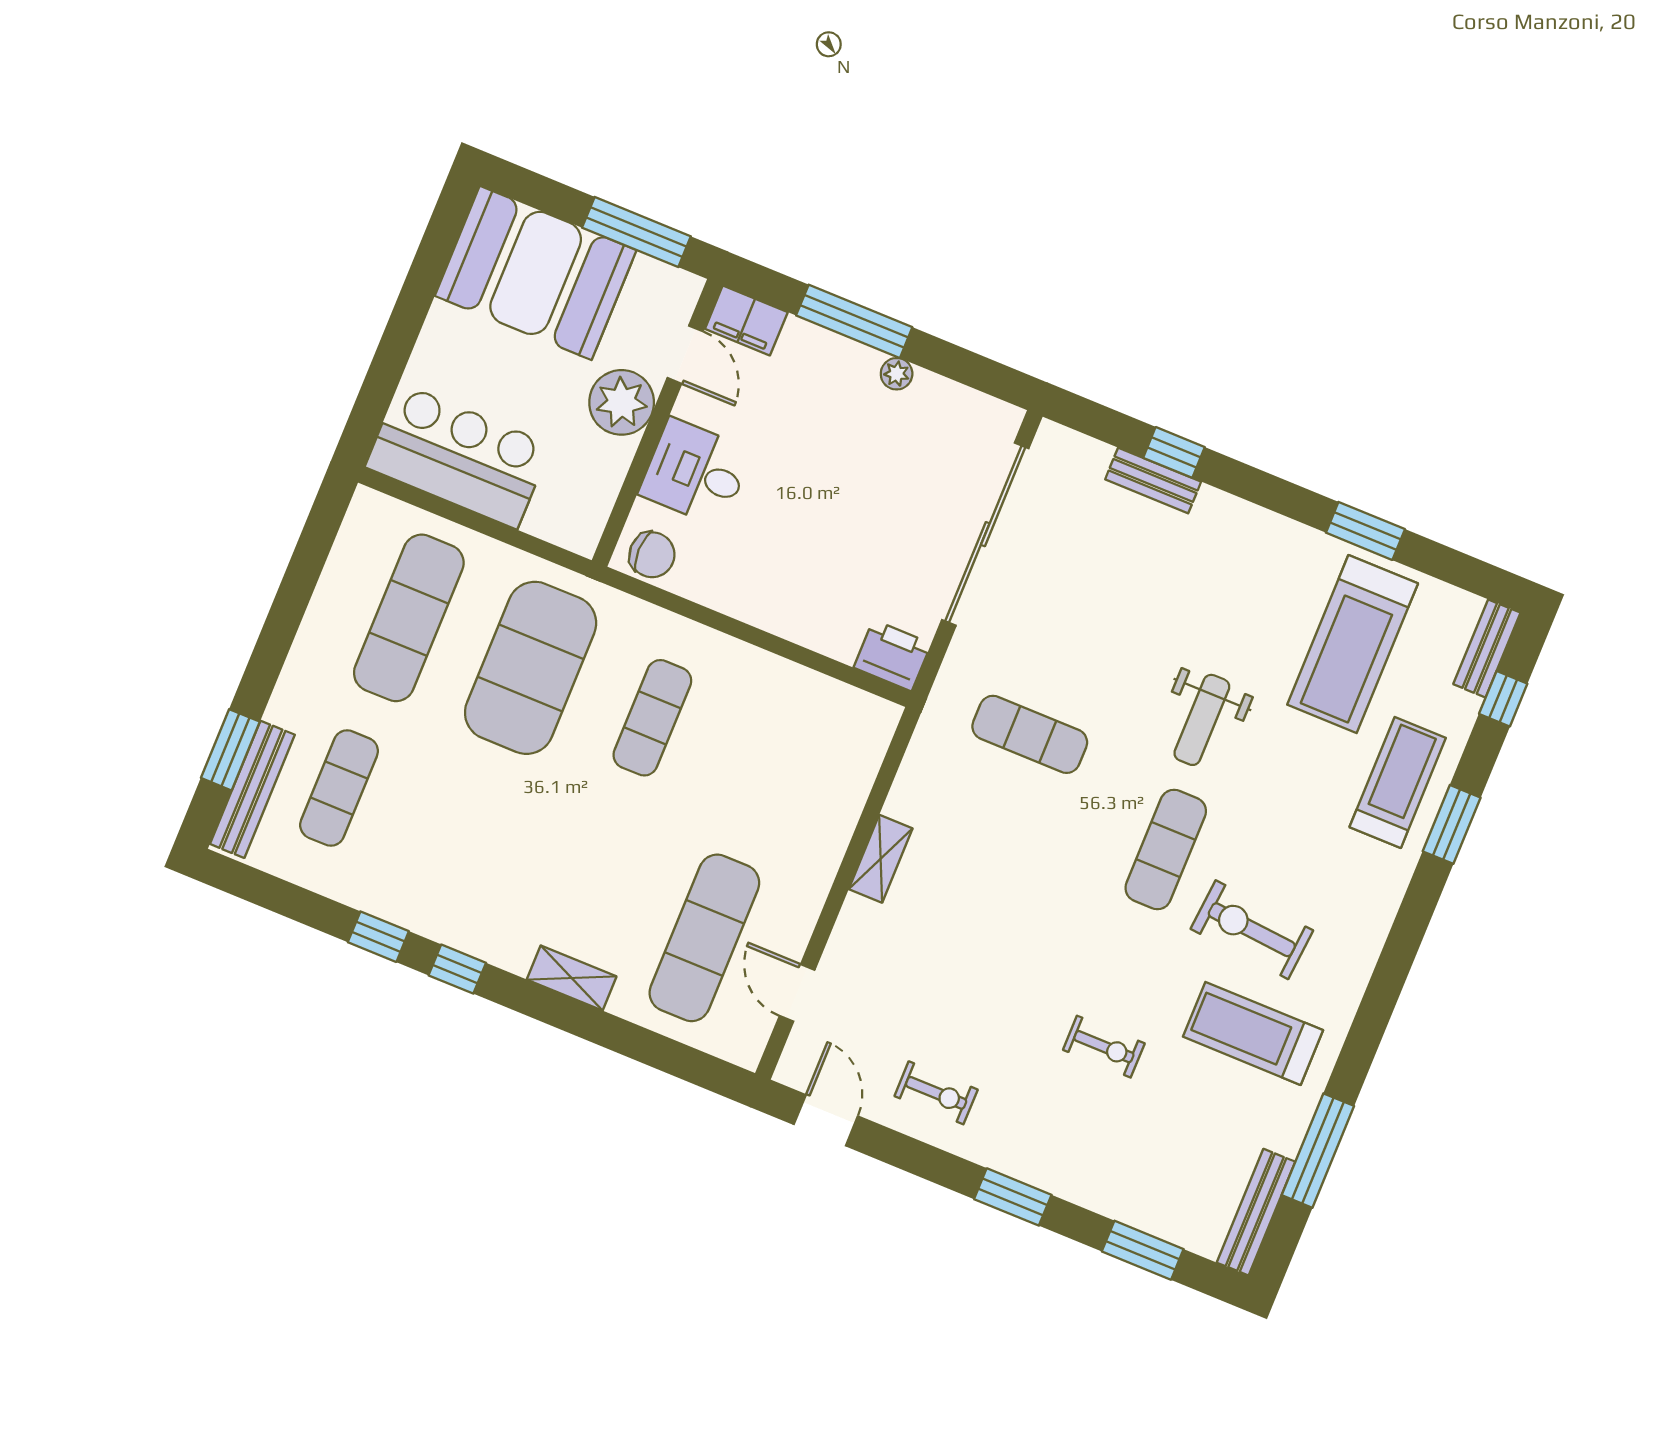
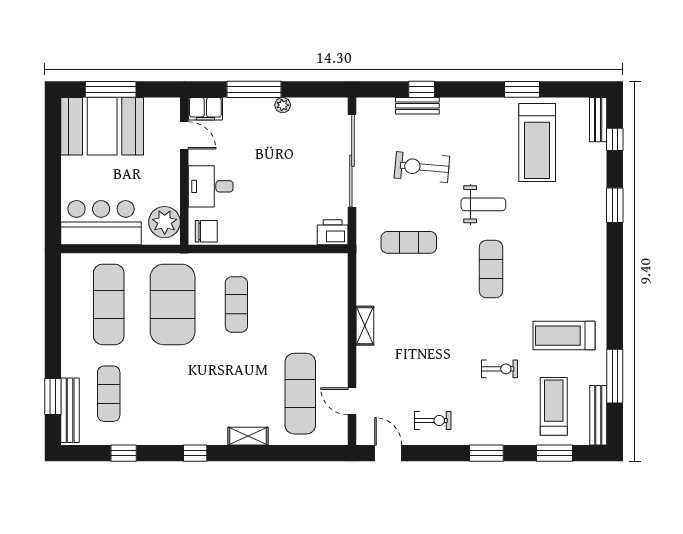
window: (636, 232) -> (111, 89), moved
plant: (622, 402) -> (165, 222), moved
weight bench: (1202, 720) -> (483, 204), turned -90
treadmill: (1398, 782) -> (554, 406), moved
exercise bike: (1252, 930) -> (422, 167), moved
window: (378, 937) -> (124, 453), moved

